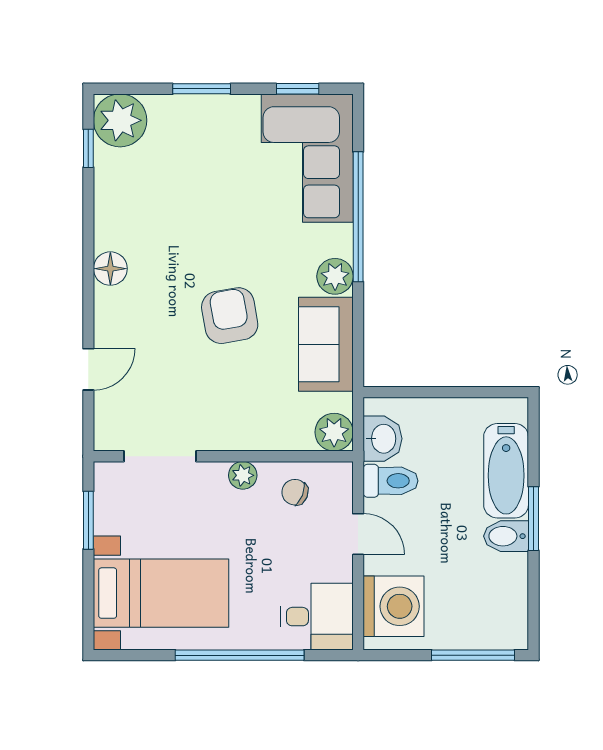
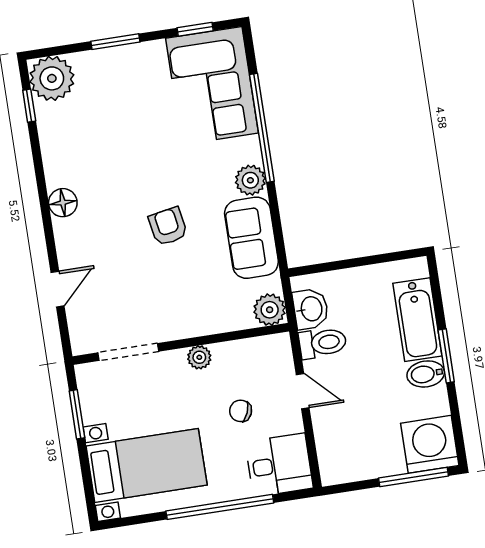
armchair: (230, 316) -> (168, 226), width x0.72, depth x0.72
chair: (295, 492) -> (241, 411), moved
washing machine: (394, 606) -> (430, 444), moved, turned -90

